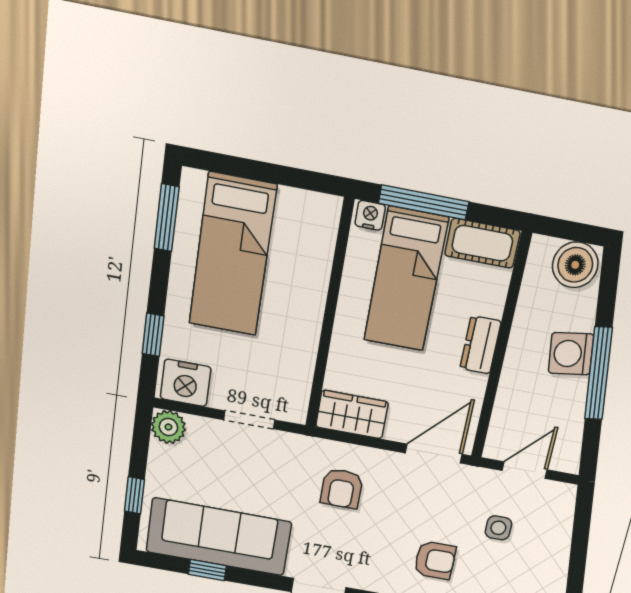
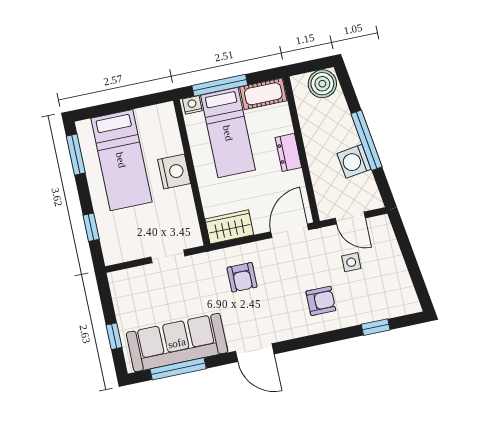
washing machine: (571, 354) -> (354, 161), moved
nightstand: (186, 383) -> (174, 171), moved, turned -90
plant: (168, 427) -> (120, 282), removed
door: (525, 470) -> (350, 218), swing flipped
window: (207, 570) -> (178, 369), width x2.17

